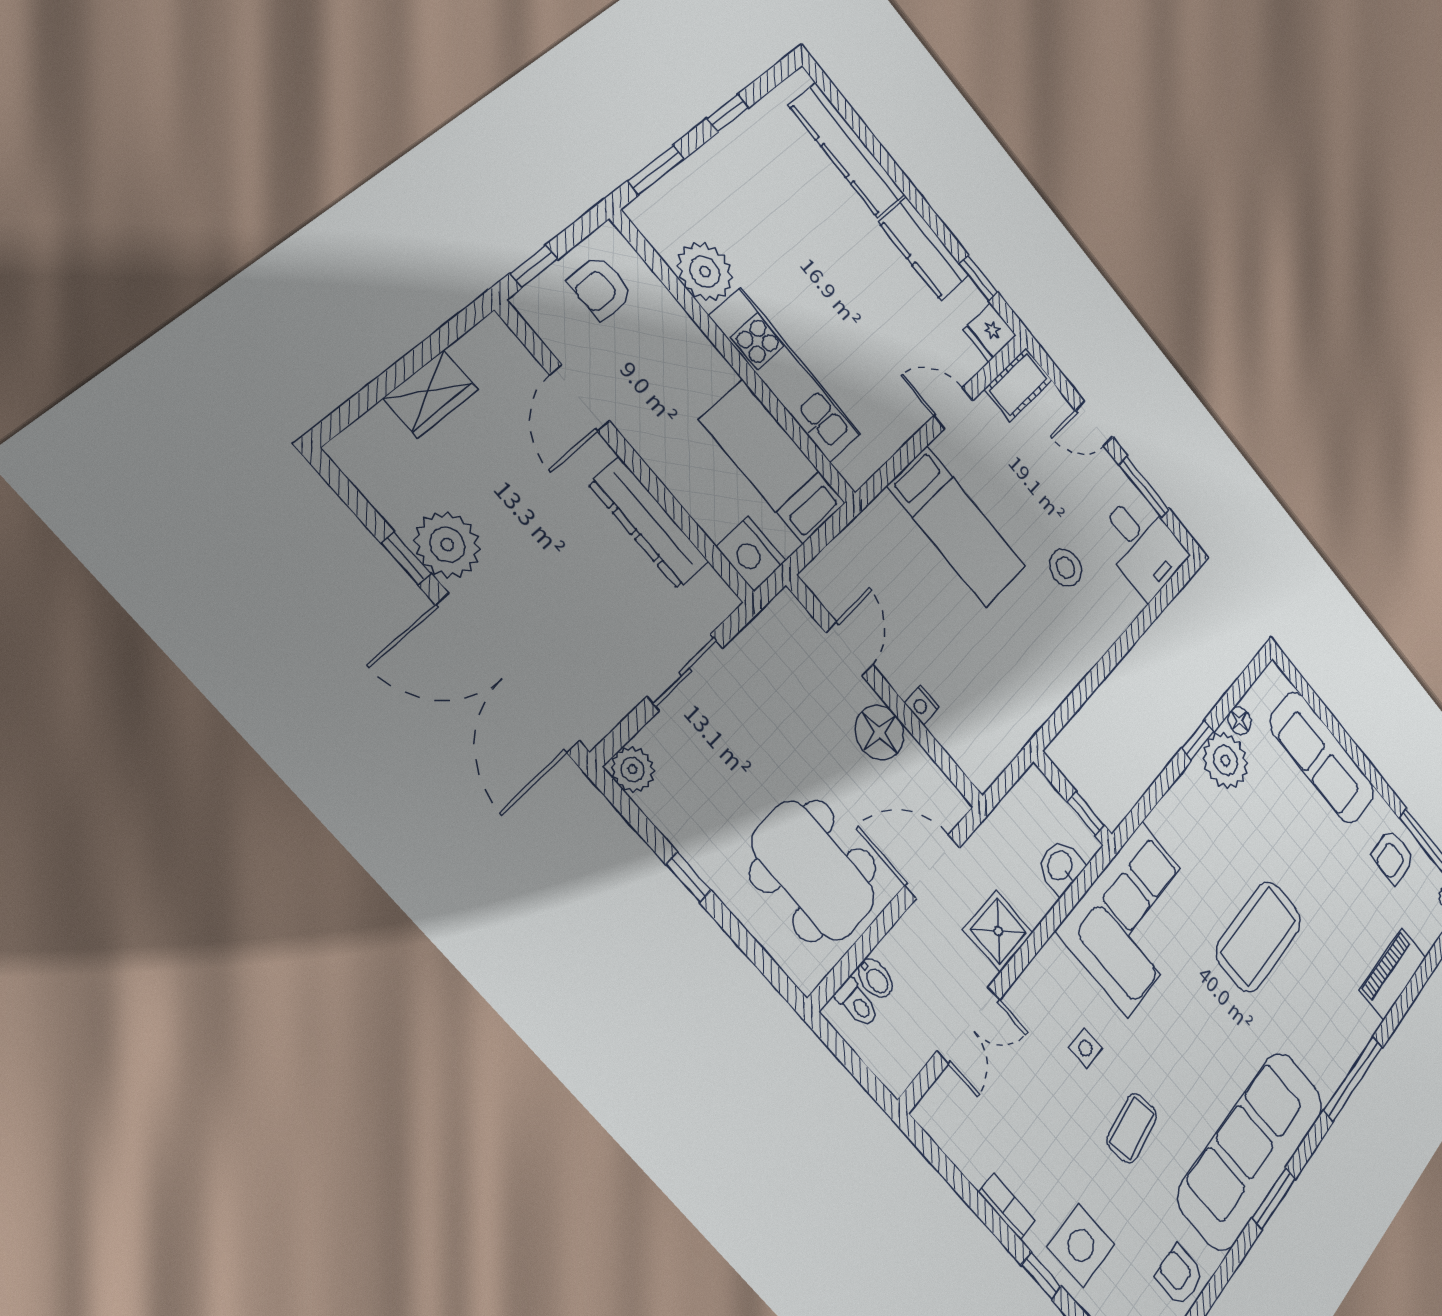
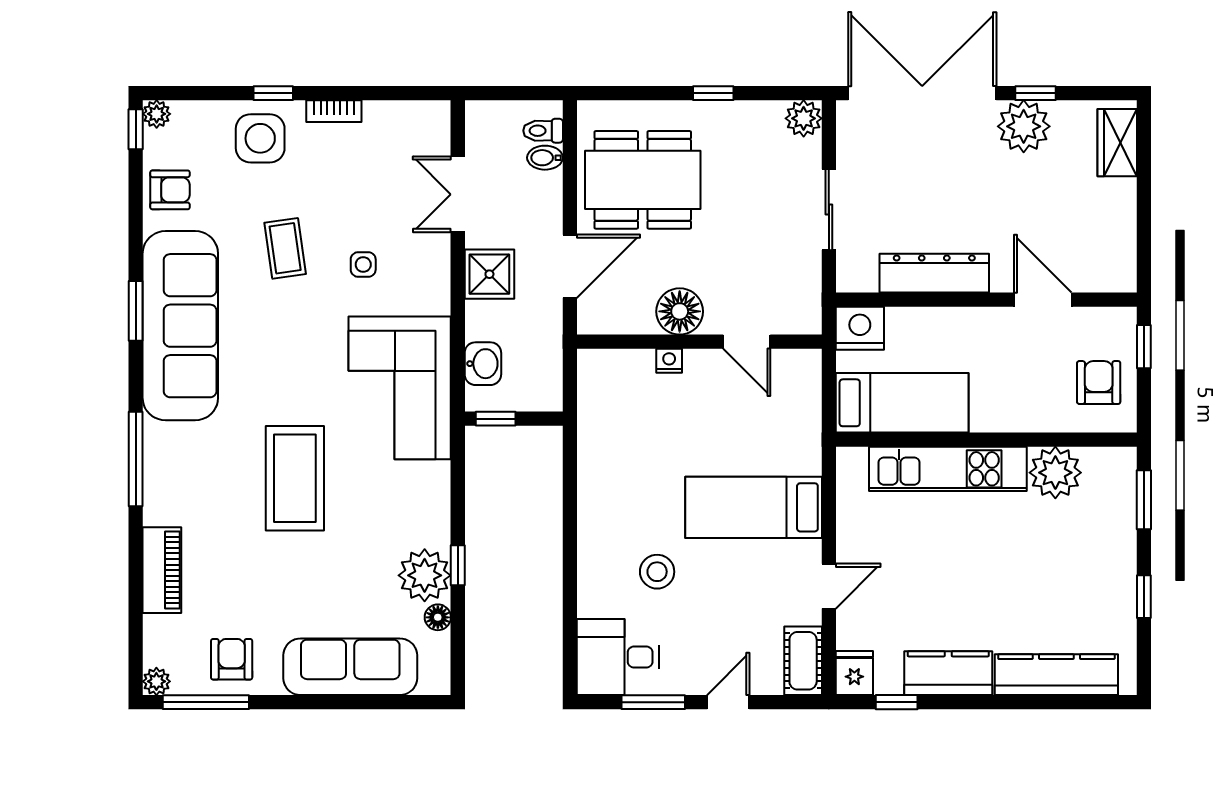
wardrobe: (431, 394) -> (1117, 143), moved

